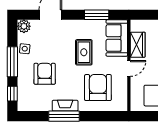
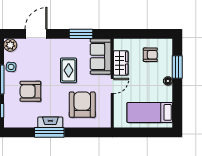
armchair: (45, 74) -> (30, 91), turned -90

